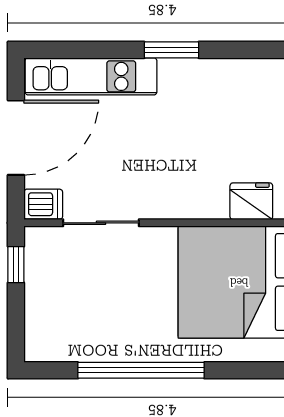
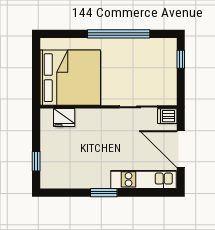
door: (16, 138) -> (181, 149), hinge flipped
window: (16, 265) -> (181, 59), moved

